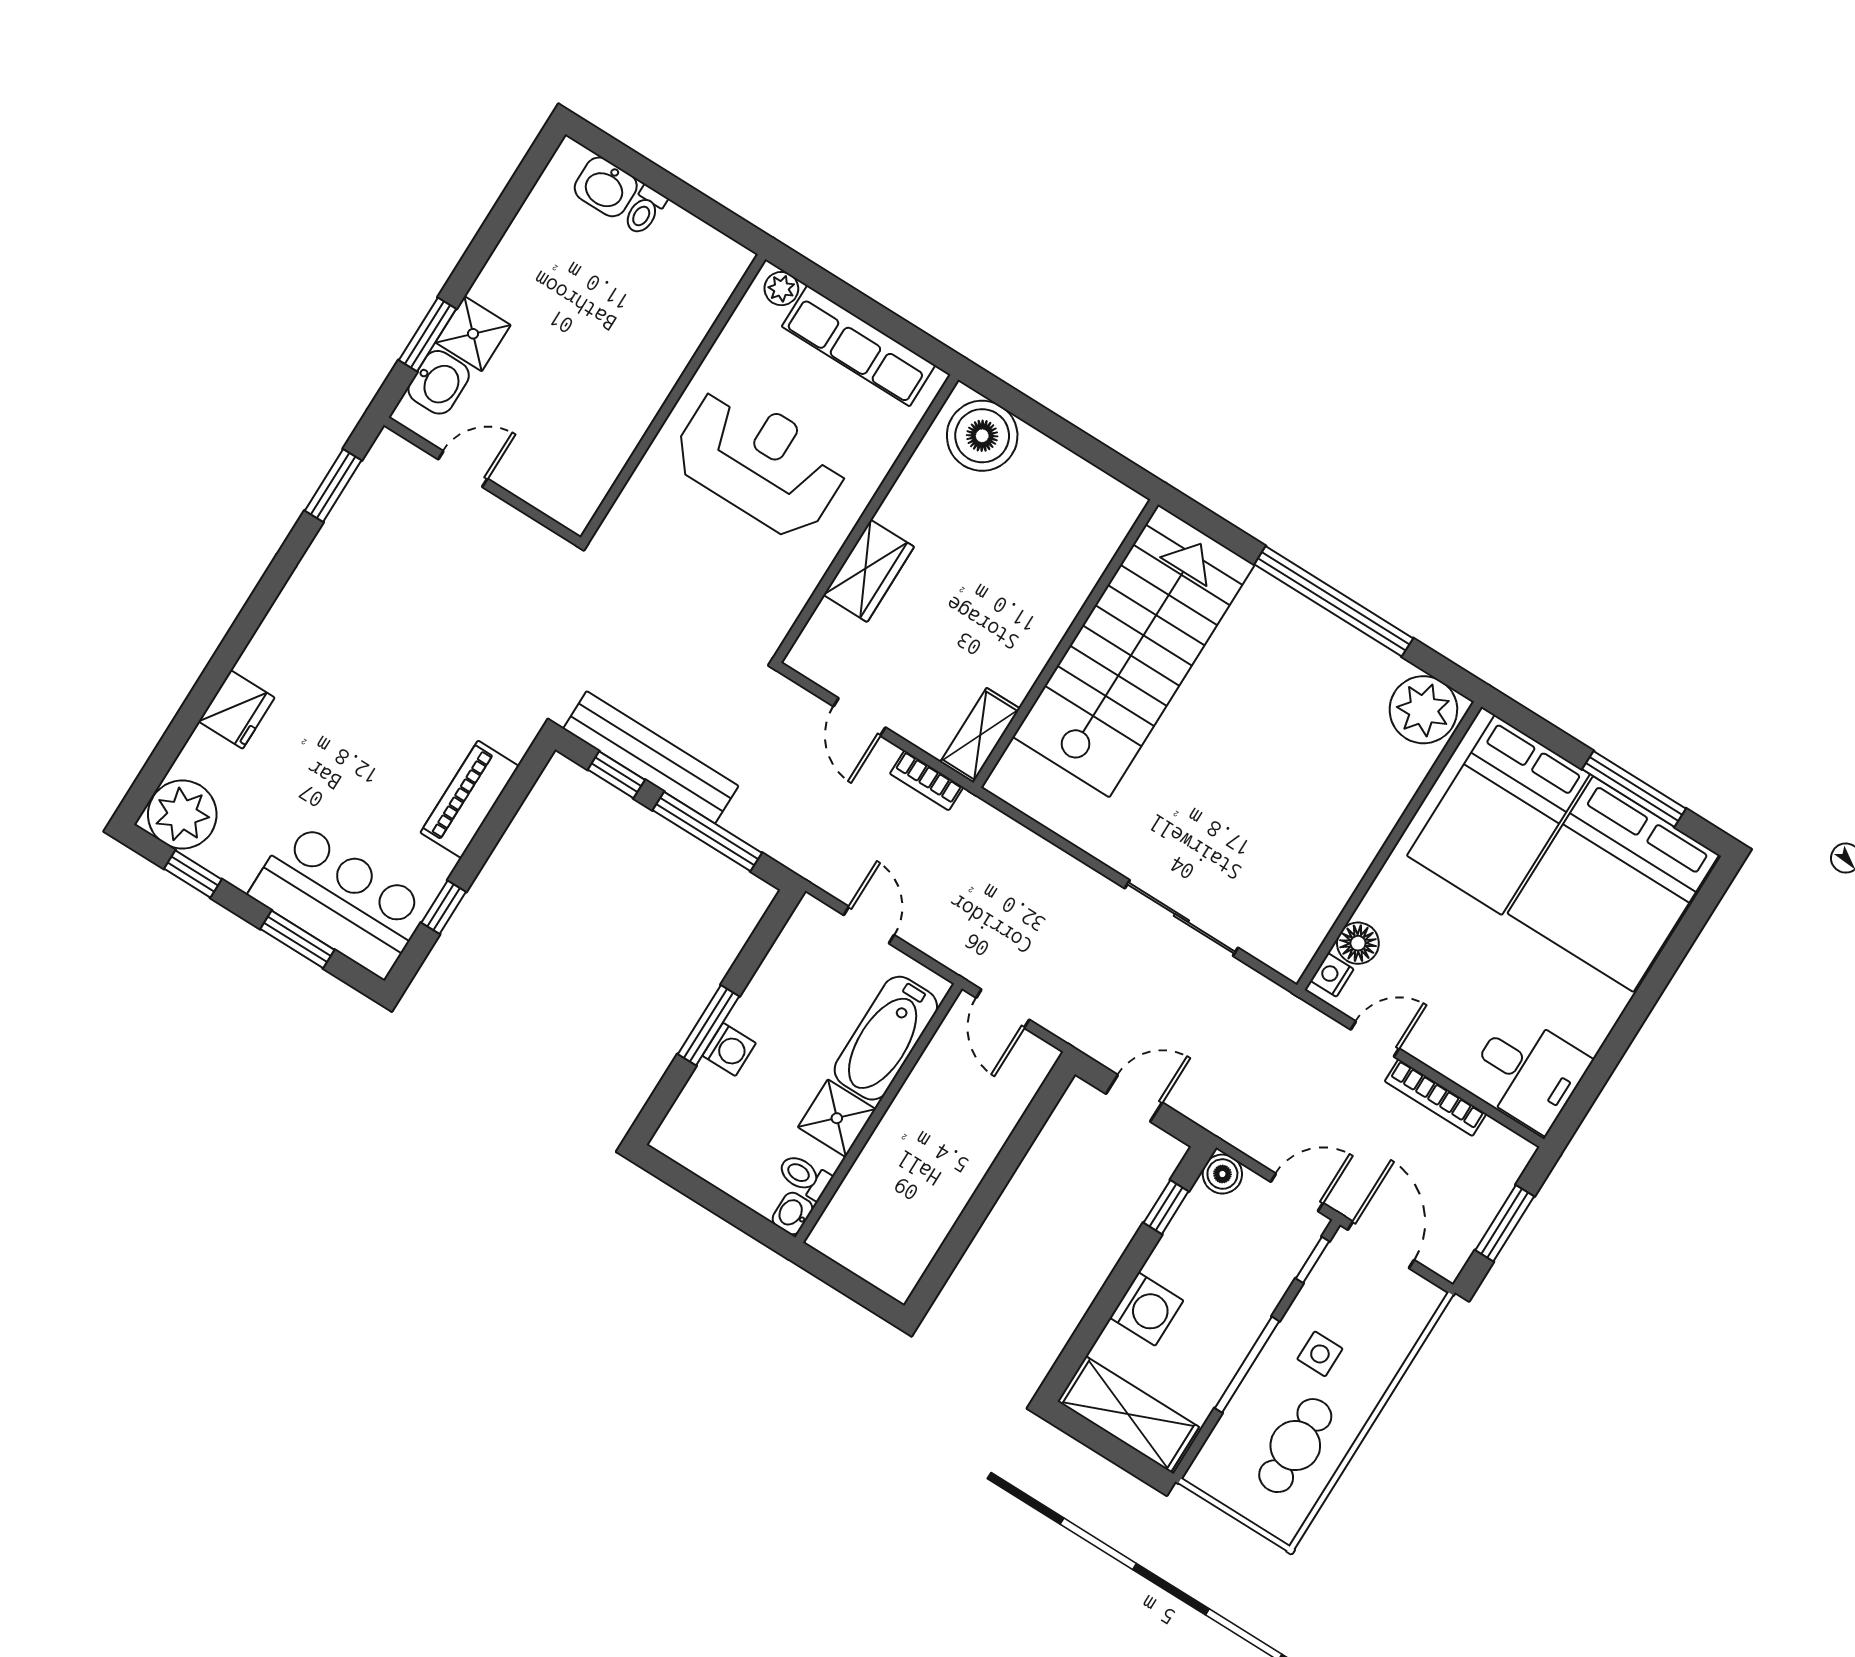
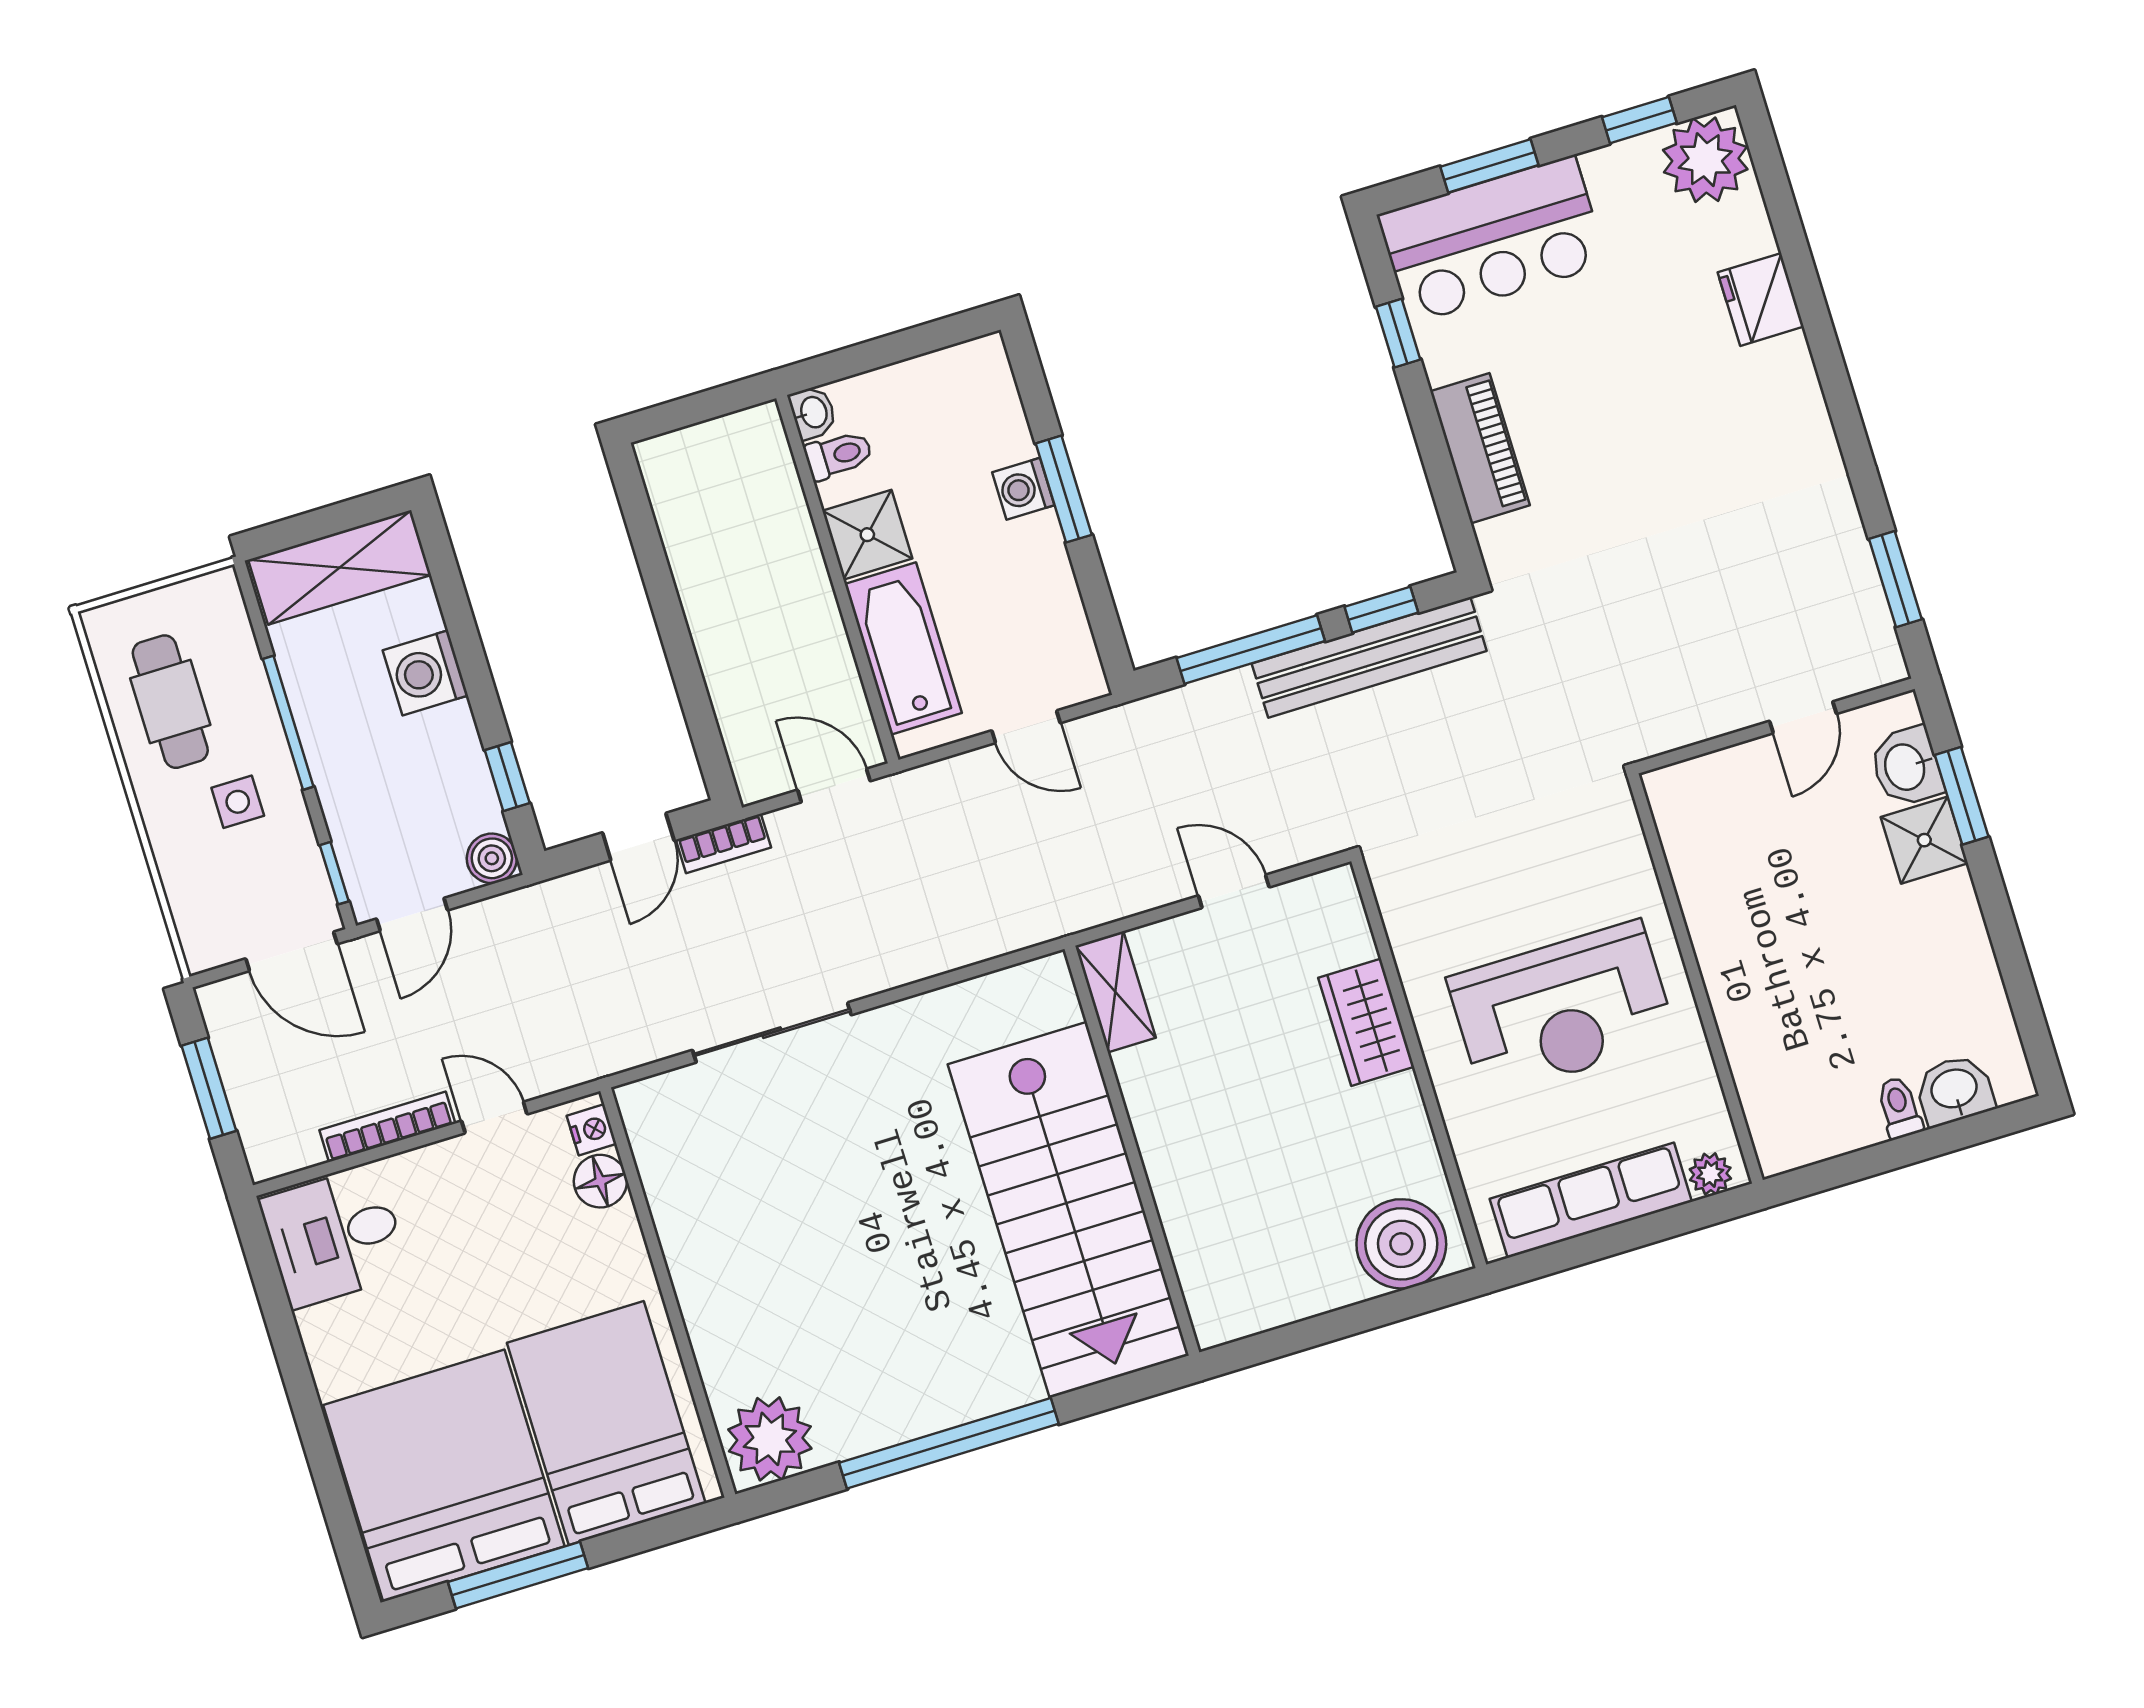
bookcase: (927, 780) -> (723, 844), moved, turned 180
door: (1375, 1039) -> (494, 1117), swing flipped

